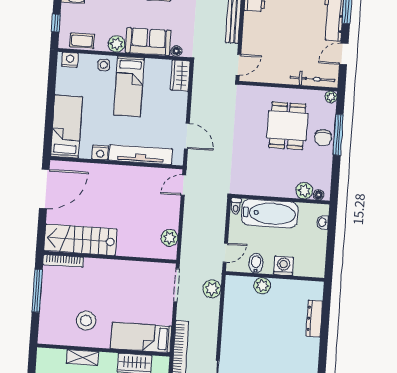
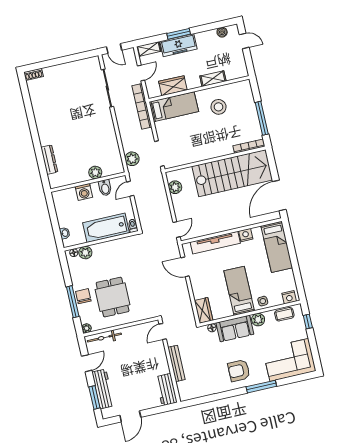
stairs: (80, 240) -> (232, 173), width x1.36, depth x1.51

